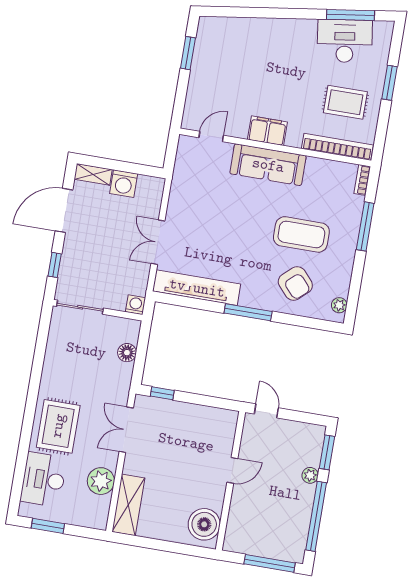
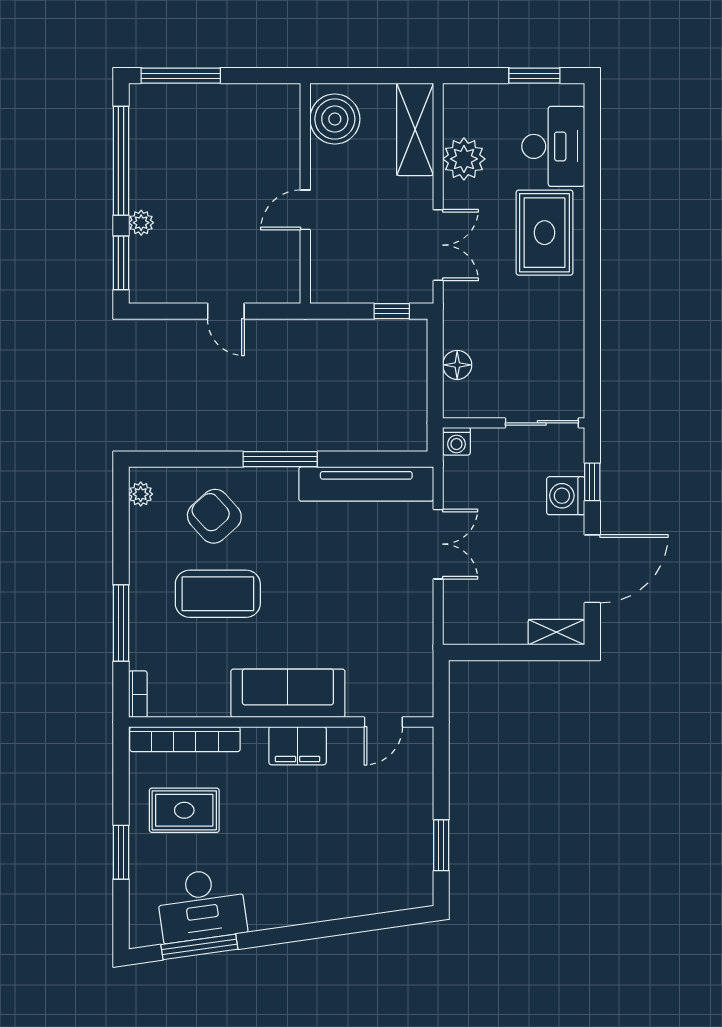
washing machine: (124, 184) -> (566, 496), moved, turned -90
door: (232, 470) -> (305, 210), moved
wall: (231, 481) -> (305, 193), moved
boiler: (204, 524) -> (335, 119), moved

